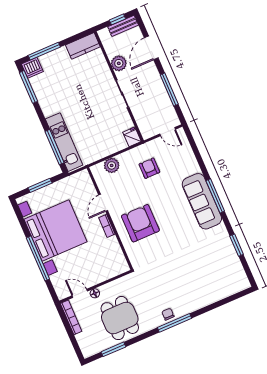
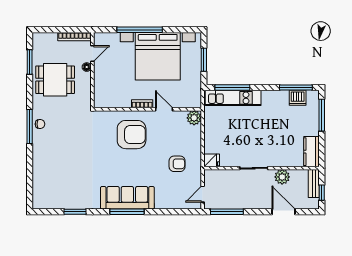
bench: (123, 26) -> (314, 183), moved
dishwasher: (32, 68) -> (298, 98), moved, turned -90
window: (169, 89) -> (227, 212), moved
plant: (112, 165) -> (194, 118), moved

